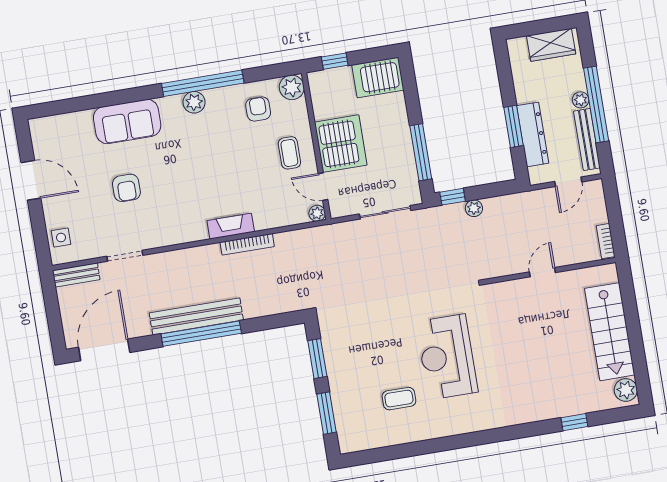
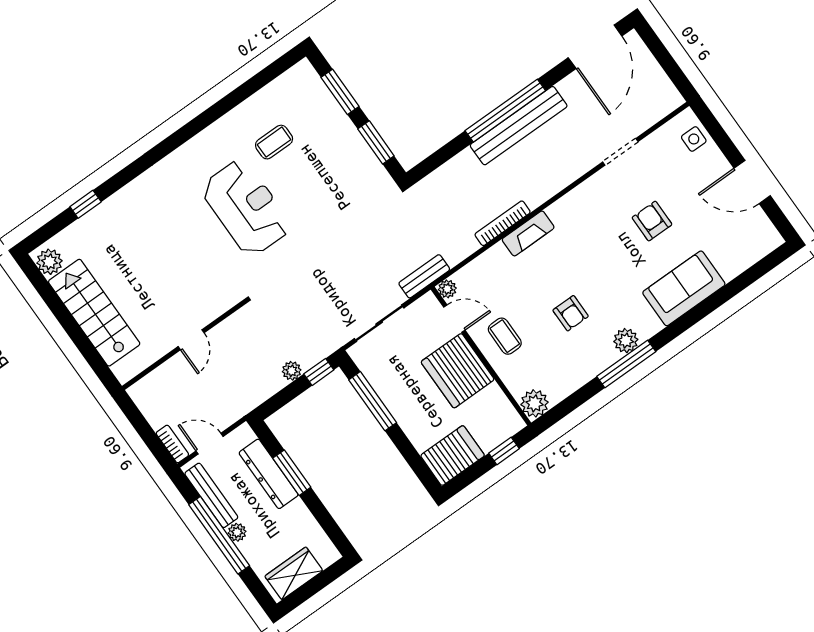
window: (203, 83) -> (626, 364), width x0.68
armchair: (258, 109) -> (571, 313), moved
door: (568, 182) -> (210, 444), hinge flipped
bookcase: (606, 241) -> (172, 444), moved
bench: (76, 275) -> (424, 276), moved

